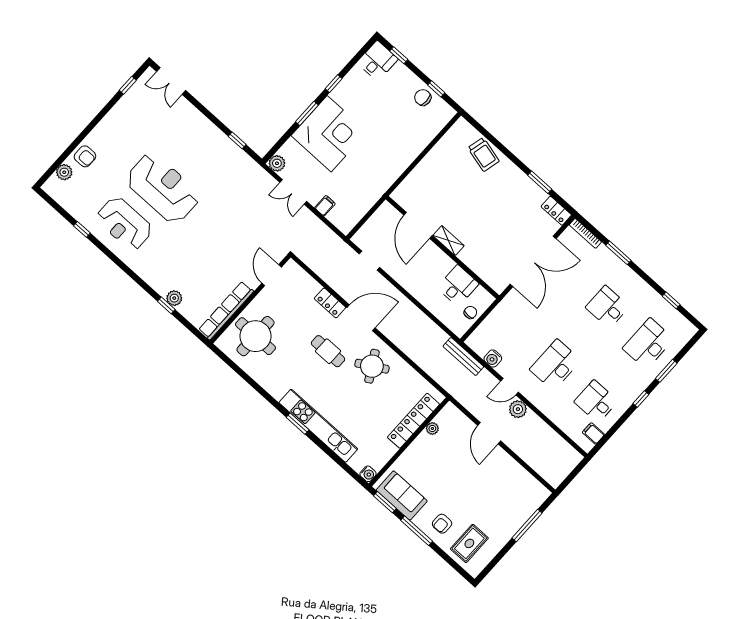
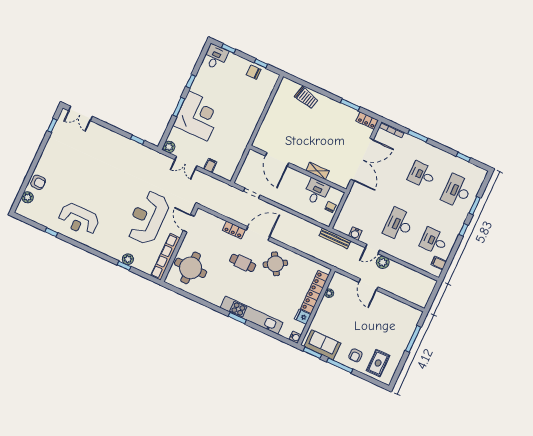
reception desk: (163, 188) -> (148, 218), moved, turned -90
shelving: (449, 241) -> (318, 171), moved
fridge: (387, 449) -> (303, 317), added

